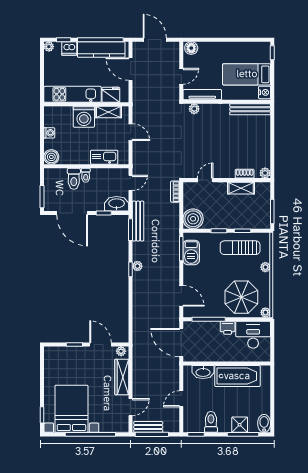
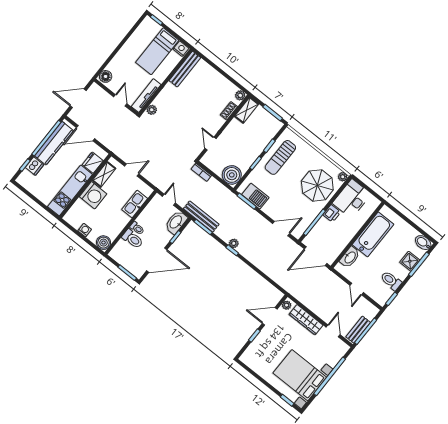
plant: (49, 47) -> (21, 180), removed
shelving: (241, 188) -> (247, 110), moved
plant: (265, 267) -> (309, 150), removed

